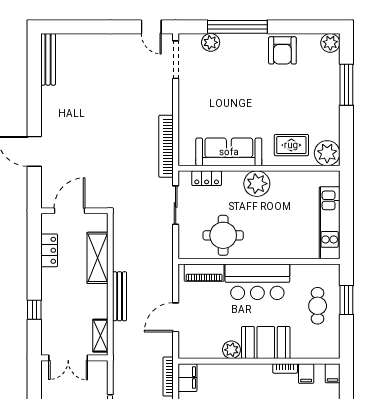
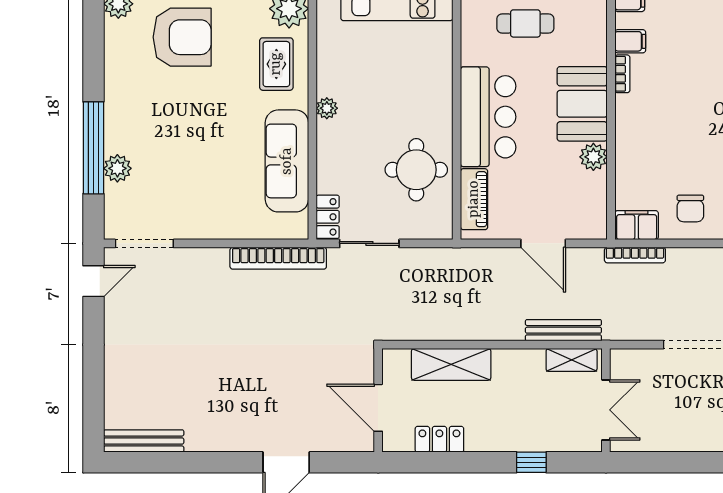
plant: (211, 42) -> (117, 168), moved
armchair: (282, 50) -> (182, 37), moved, width x1.36, depth x1.36
locker: (207, 178) -> (328, 217), moved
plant: (257, 184) -> (327, 108), width x0.53, depth x0.53
bench: (120, 296) -> (563, 330), moved

